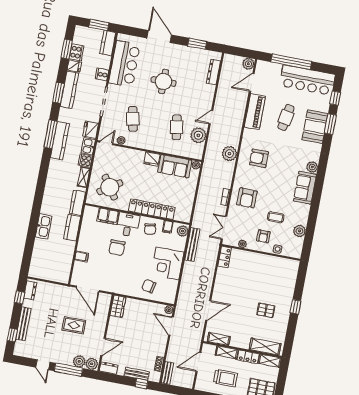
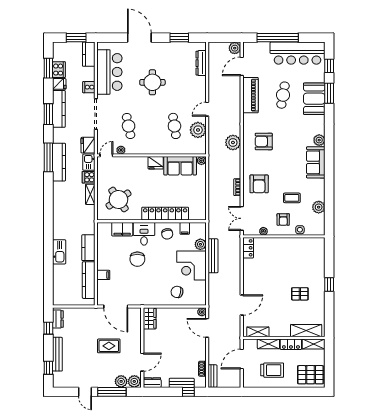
kitchen counter: (77, 203) -> (89, 280), moved, width x1.50
plant: (183, 231) -> (200, 244), moved
bench: (192, 244) -> (213, 256), moved

